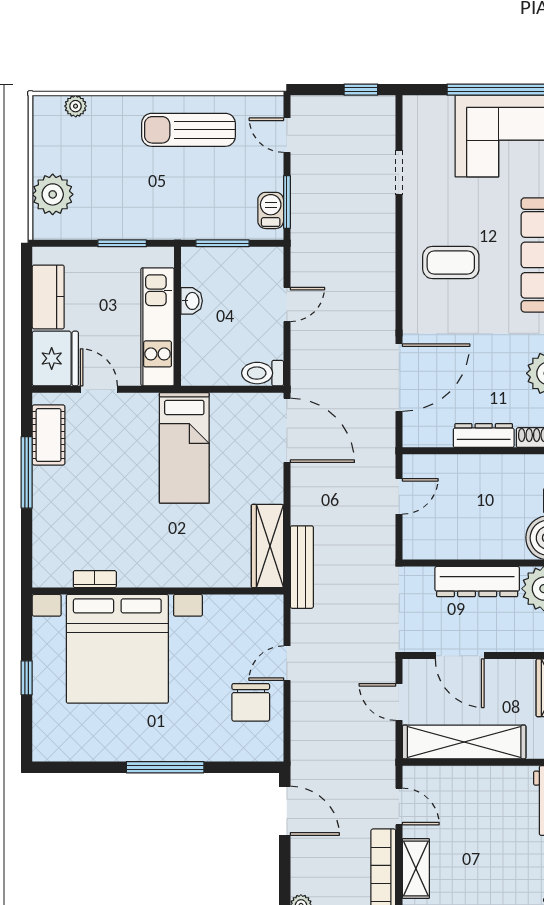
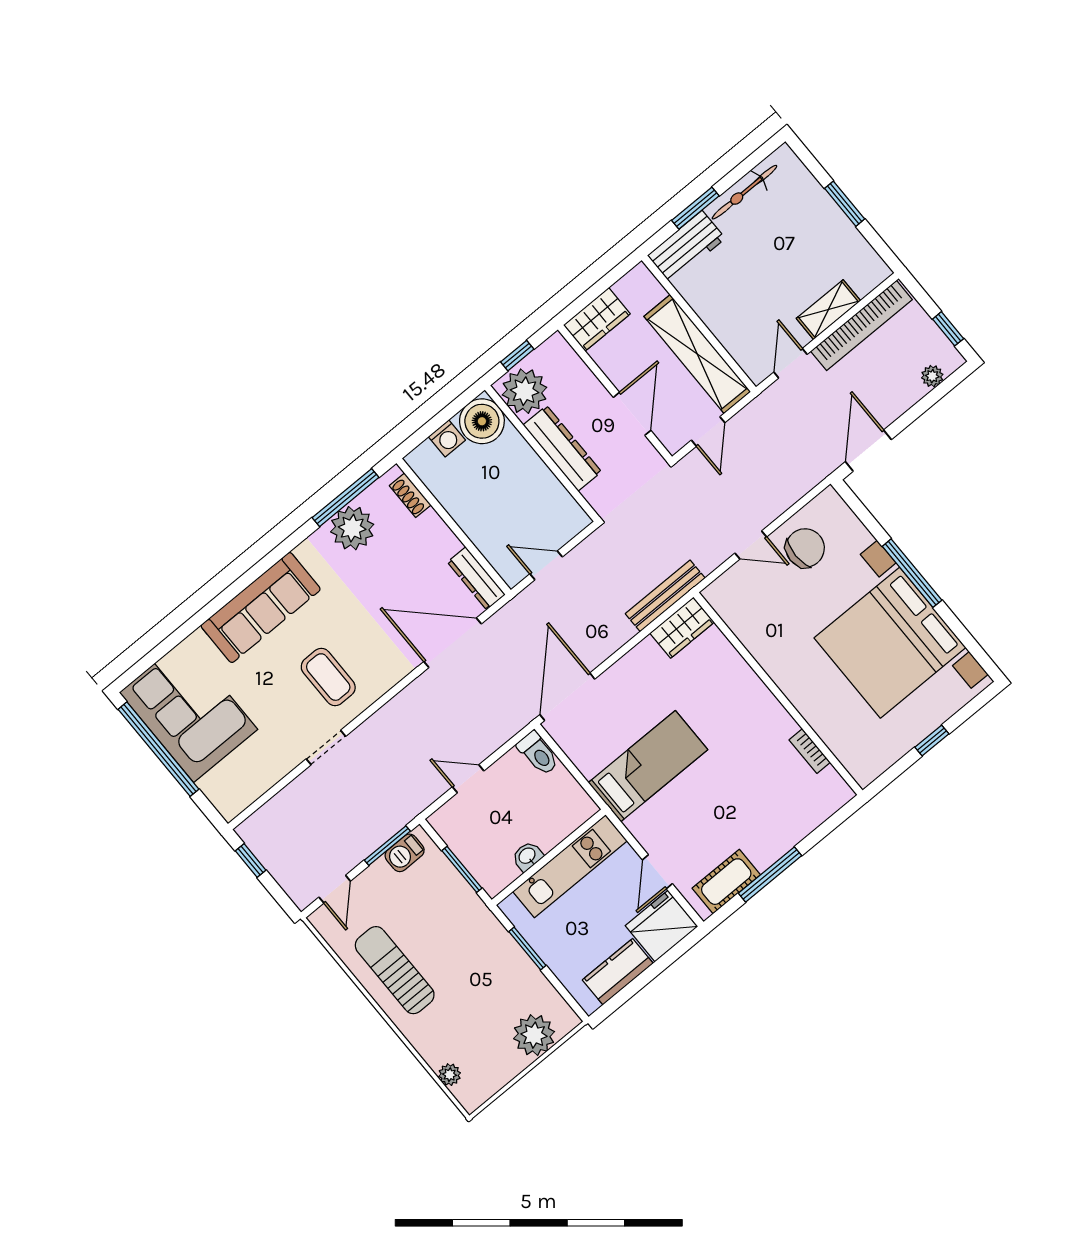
sun lounger: (189, 130) -> (395, 970), turned 180
doorway: (399, 172) -> (326, 748), moved
dresser: (484, 436) -> (476, 578), moved
wardrobe: (267, 546) -> (682, 628), width x0.67
bed with nightstands: (117, 649) -> (890, 643), moved, turned 180

